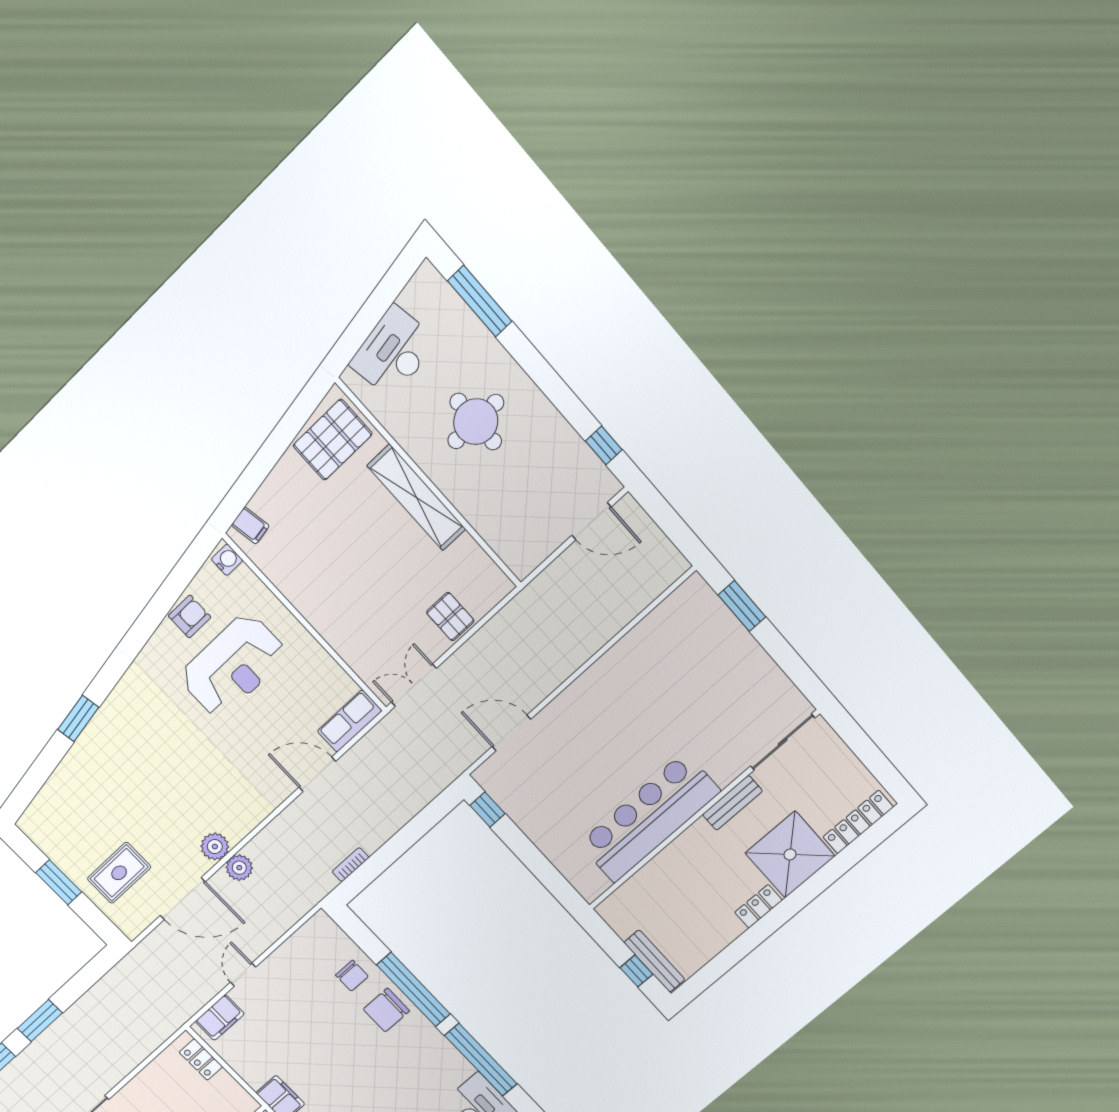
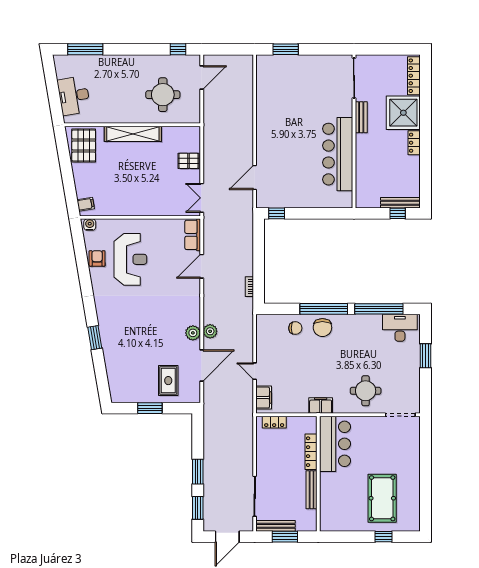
round table: (476, 422) -> (163, 95), moved

